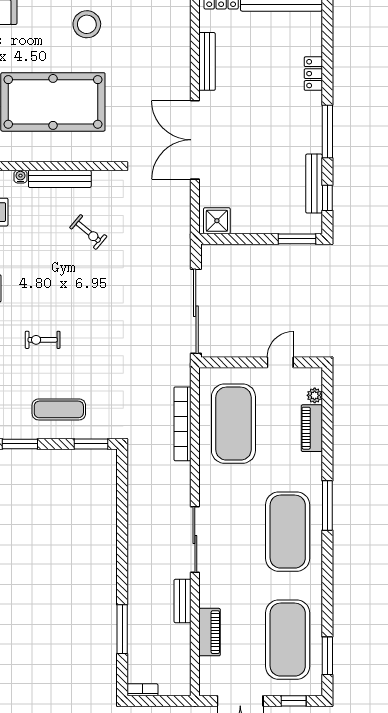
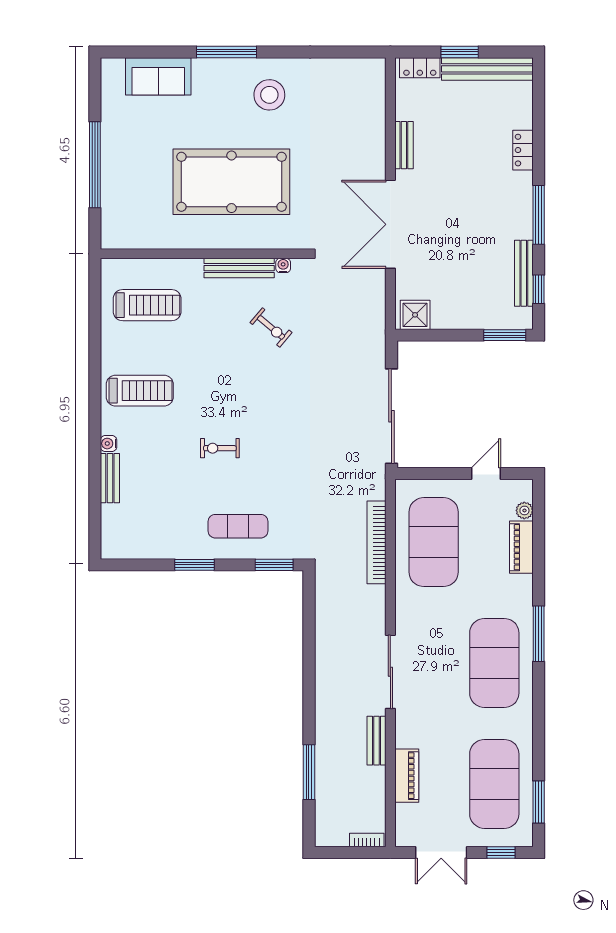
bench: (207, 61) -> (404, 145), width x0.73
water cooler: (20, 177) -> (283, 265), moved
bookcase: (142, 690) -> (367, 840), moved

